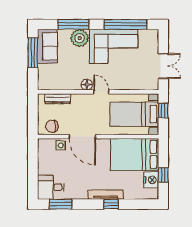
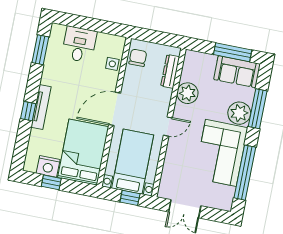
plant: (72, 82) -> (187, 93), added
floor lamp: (87, 85) -> (180, 111), removed
door: (82, 137) -> (115, 109), moved
desk: (51, 187) -> (79, 45), moved

